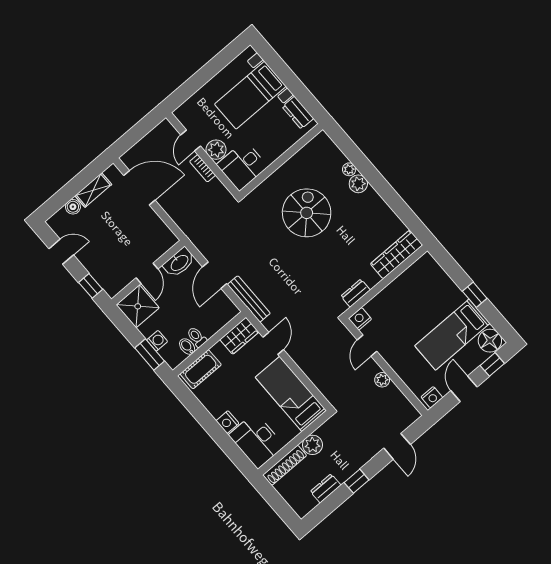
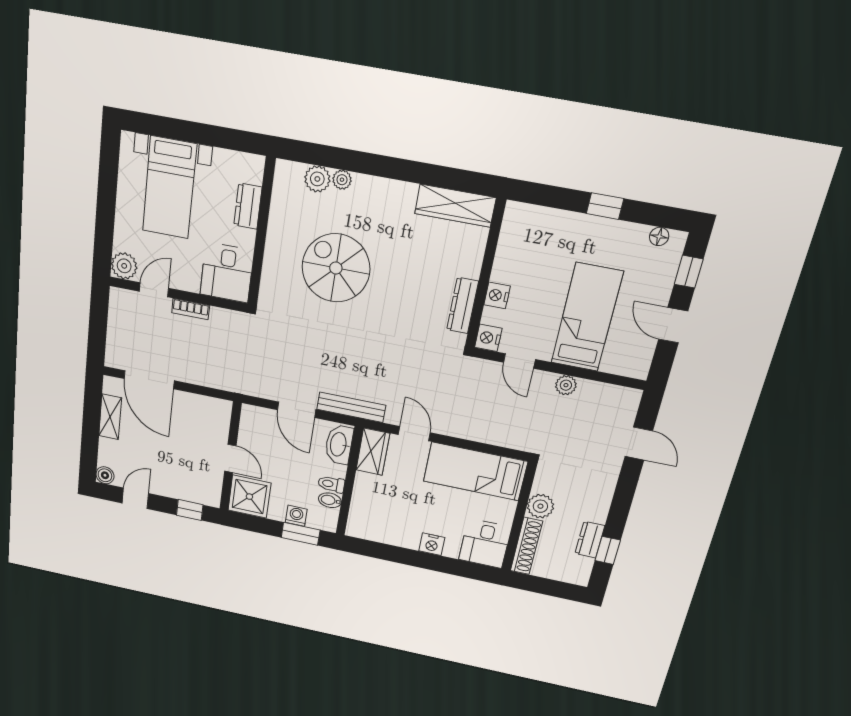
dresser: (298, 113) -> (248, 206), moved, turned 90
door: (191, 140) -> (154, 290), swing flipped
plant: (216, 150) -> (124, 266), moved
plant: (358, 184) -> (317, 179), moved
door: (139, 188) -> (149, 380), swing flipped
boiler: (73, 207) -> (105, 475), moved
wardrobe: (397, 254) -> (455, 206), moved, turned -90
washbasin: (179, 263) -> (339, 444), moved, turned 180
dresser: (356, 293) -> (463, 306), width x1.44
bed: (452, 335) -> (587, 318), moved, turned 180
floor lamp: (490, 341) -> (659, 236), width x0.53, depth x0.53
cot: (201, 369) -> (362, 512), removed
nightstand: (432, 397) -> (497, 295), moved, turned 180
desk: (257, 441) -> (485, 543), width x0.73
window: (357, 481) -> (608, 550), moved

